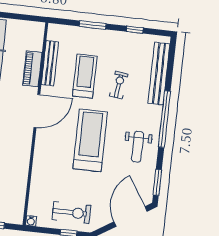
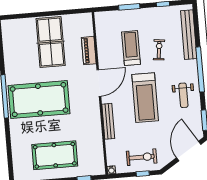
bench: (50, 63) -> (108, 121), moved
treadmill: (90, 140) -> (145, 98), turned 180

